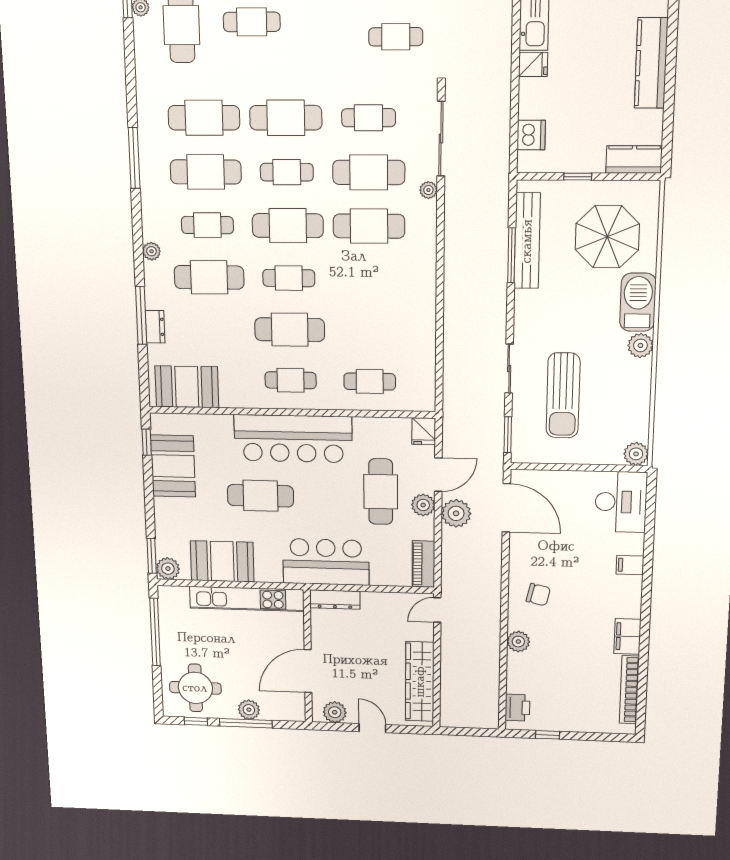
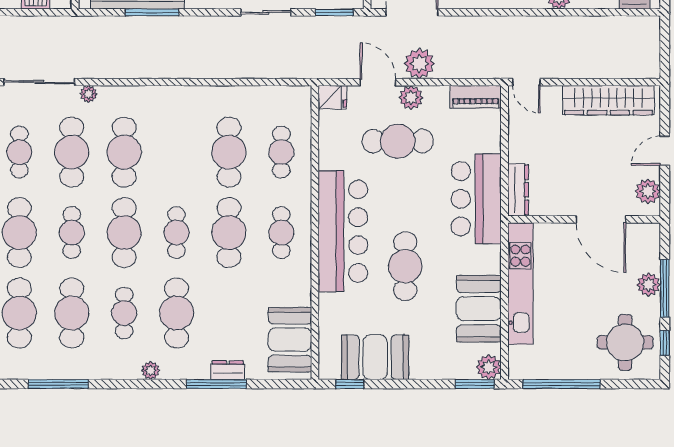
cafe table: (369, 331) -> (229, 152), added

